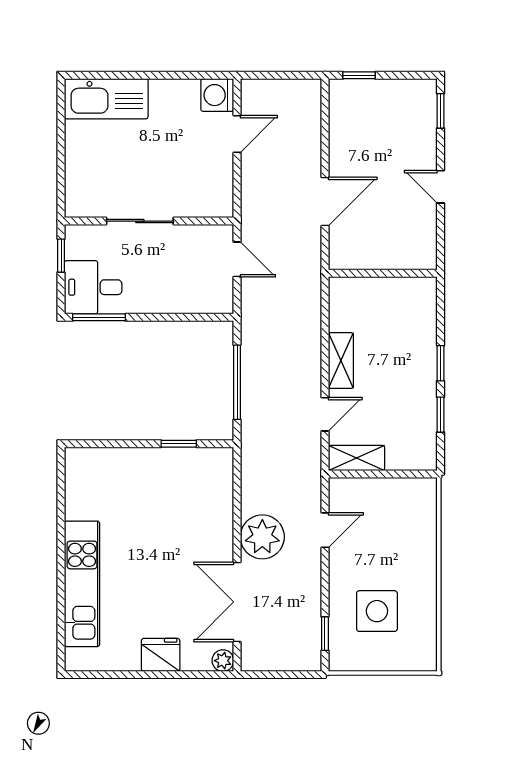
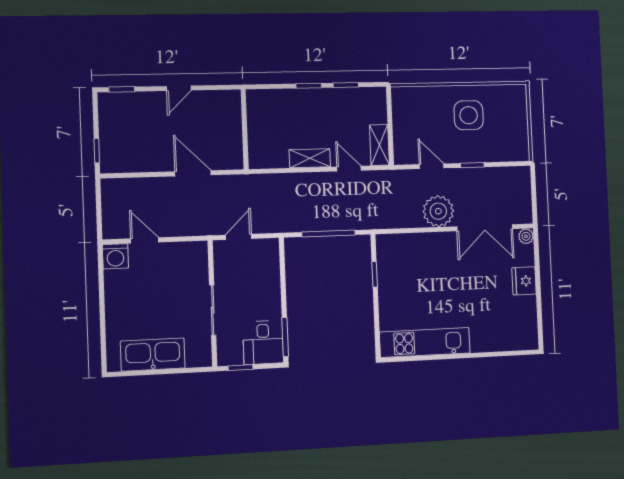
kitchen sink: (106, 99) -> (153, 355), moved, turned -90
kitchen unit: (82, 584) -> (425, 343), moved
side table: (377, 611) -> (469, 115), moved
window: (325, 634) -> (472, 165), moved

